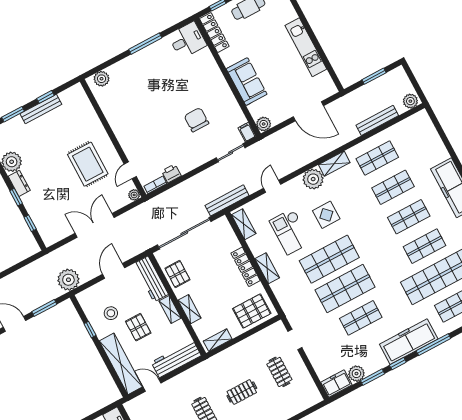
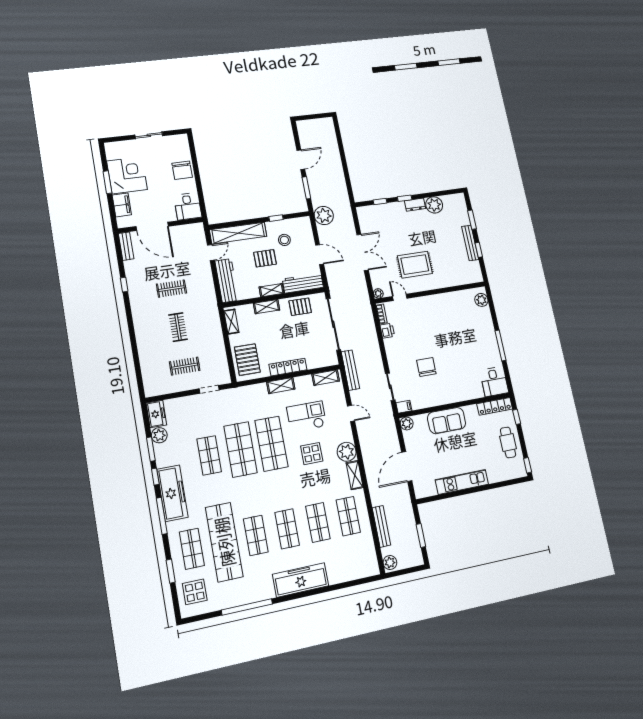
chair: (196, 120) -> (426, 367), turned -90

